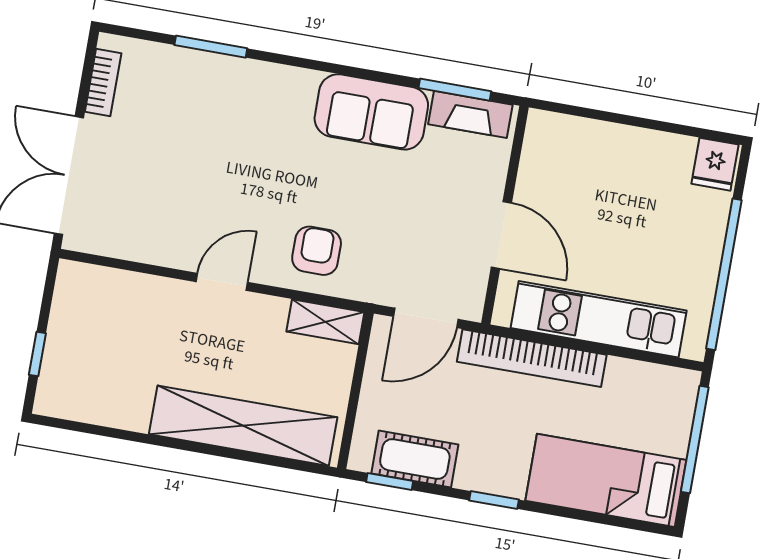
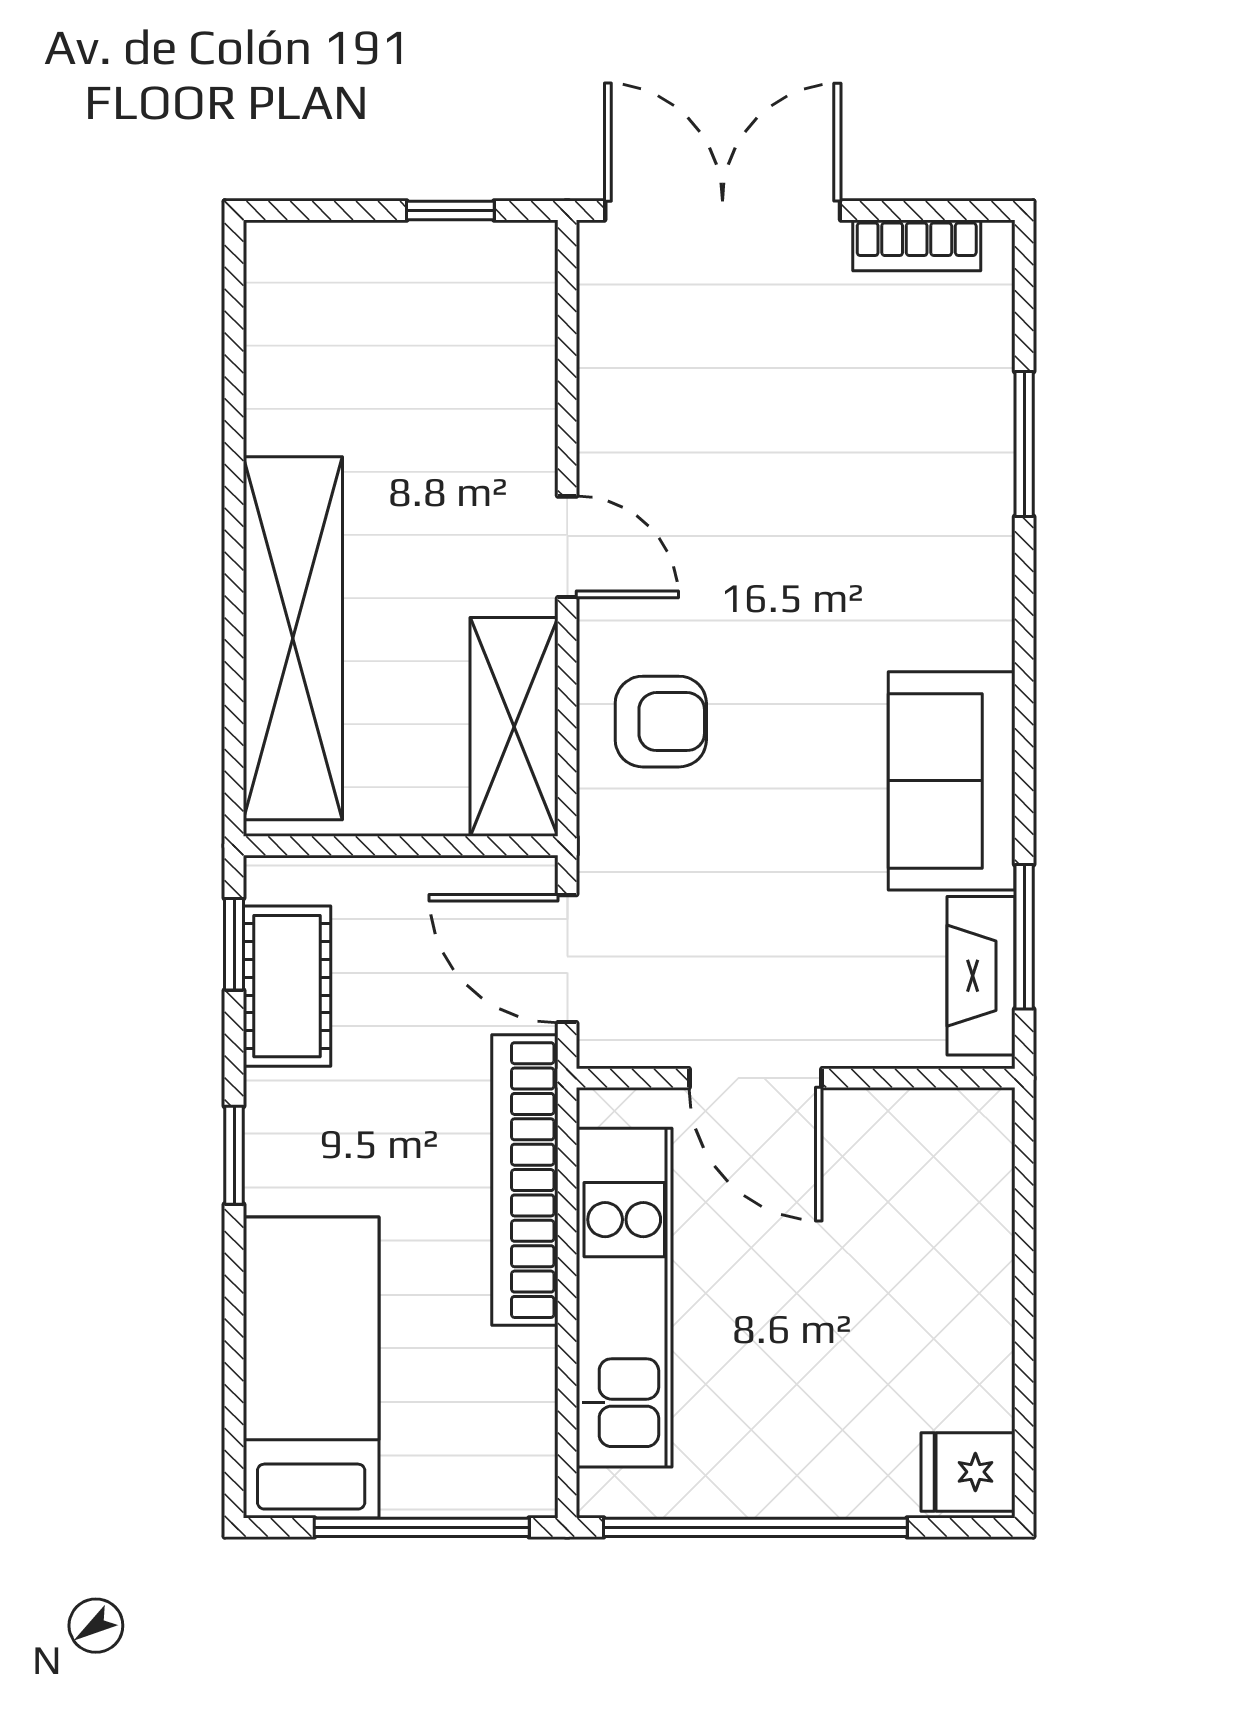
door: (501, 235) -> (756, 1078), hinge flipped
shelving: (325, 322) -> (514, 727), width x1.50, depth x1.33
window: (37, 354) -> (450, 211), moved

